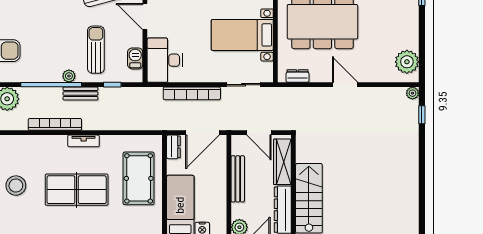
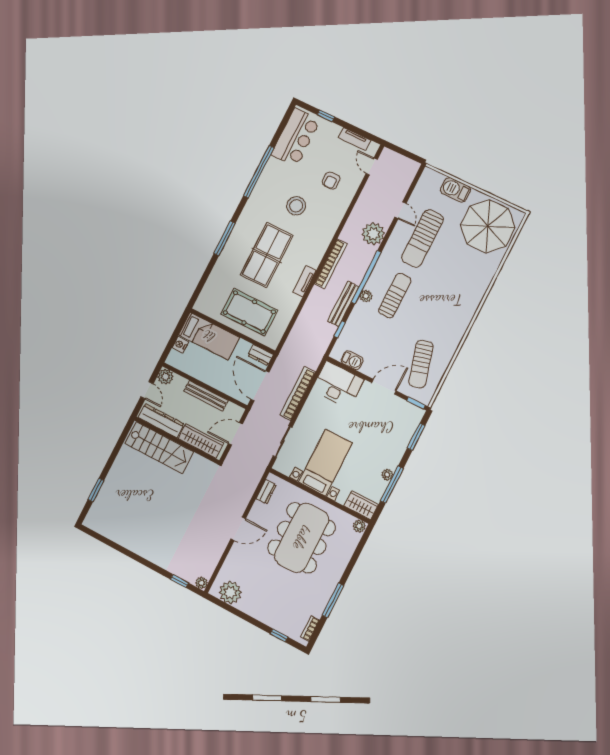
sun lounger: (96, 50) -> (395, 296), moved, turned -90
bench: (80, 93) -> (343, 304), width x1.36

